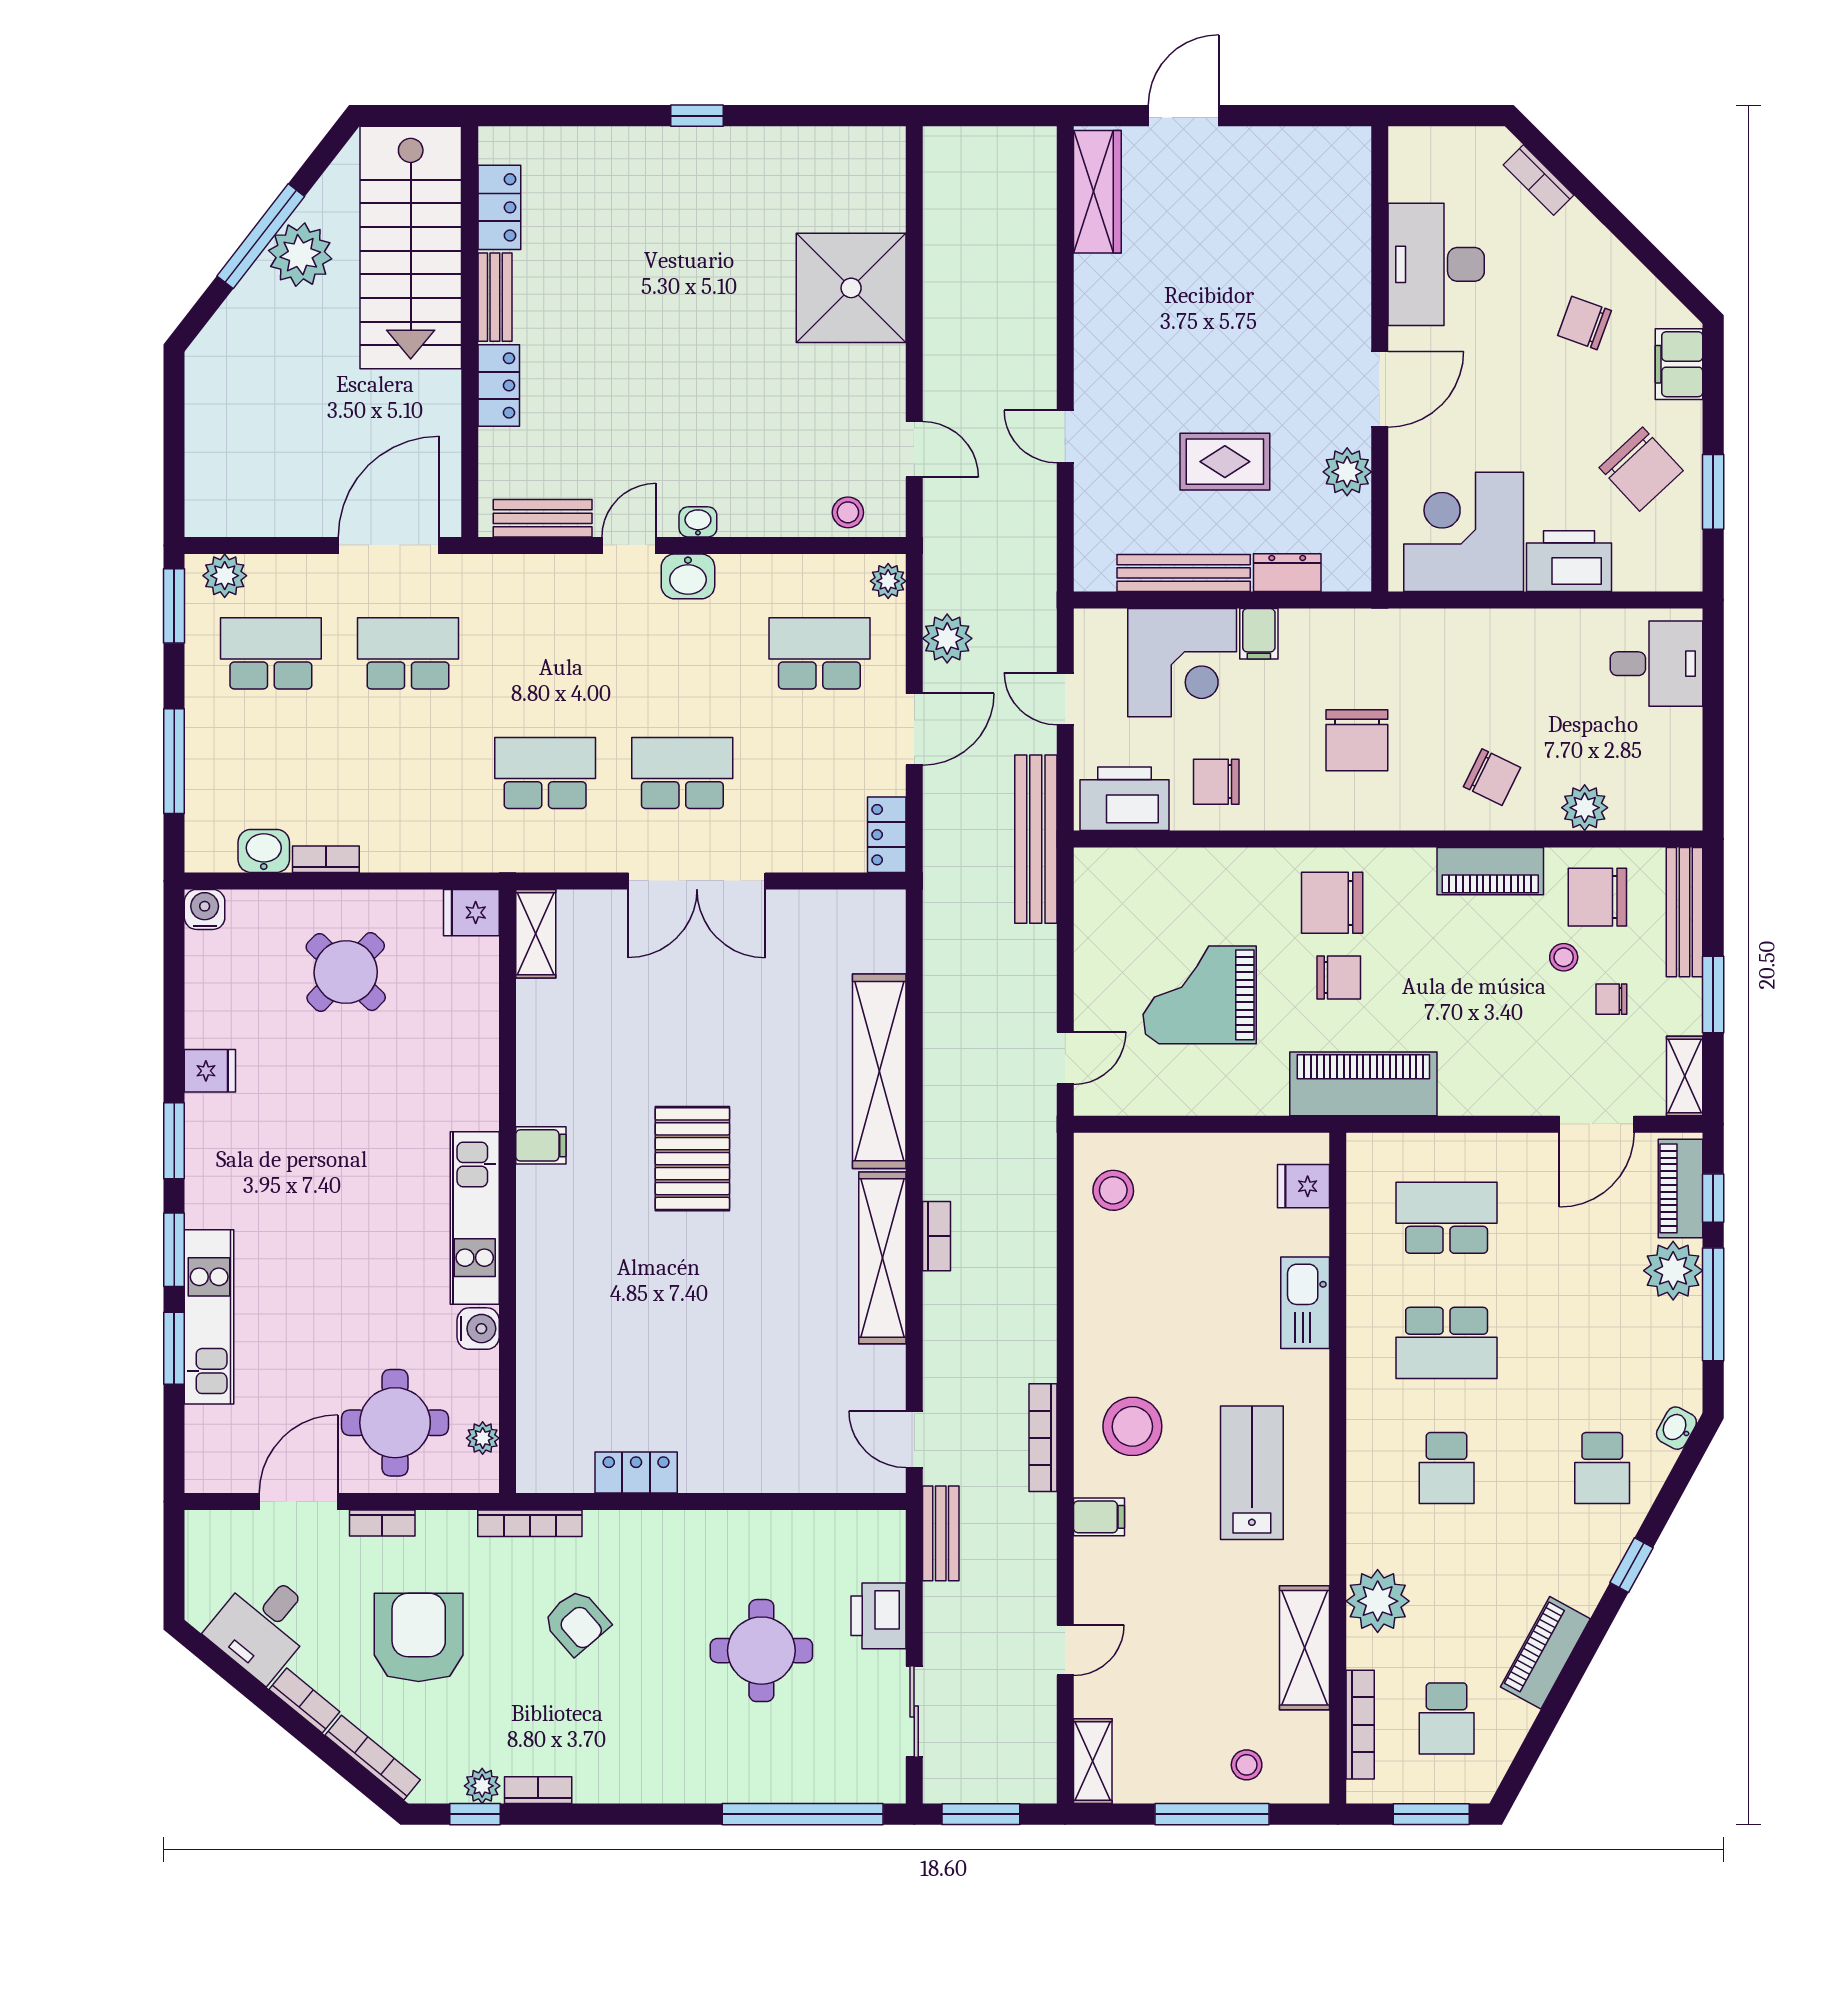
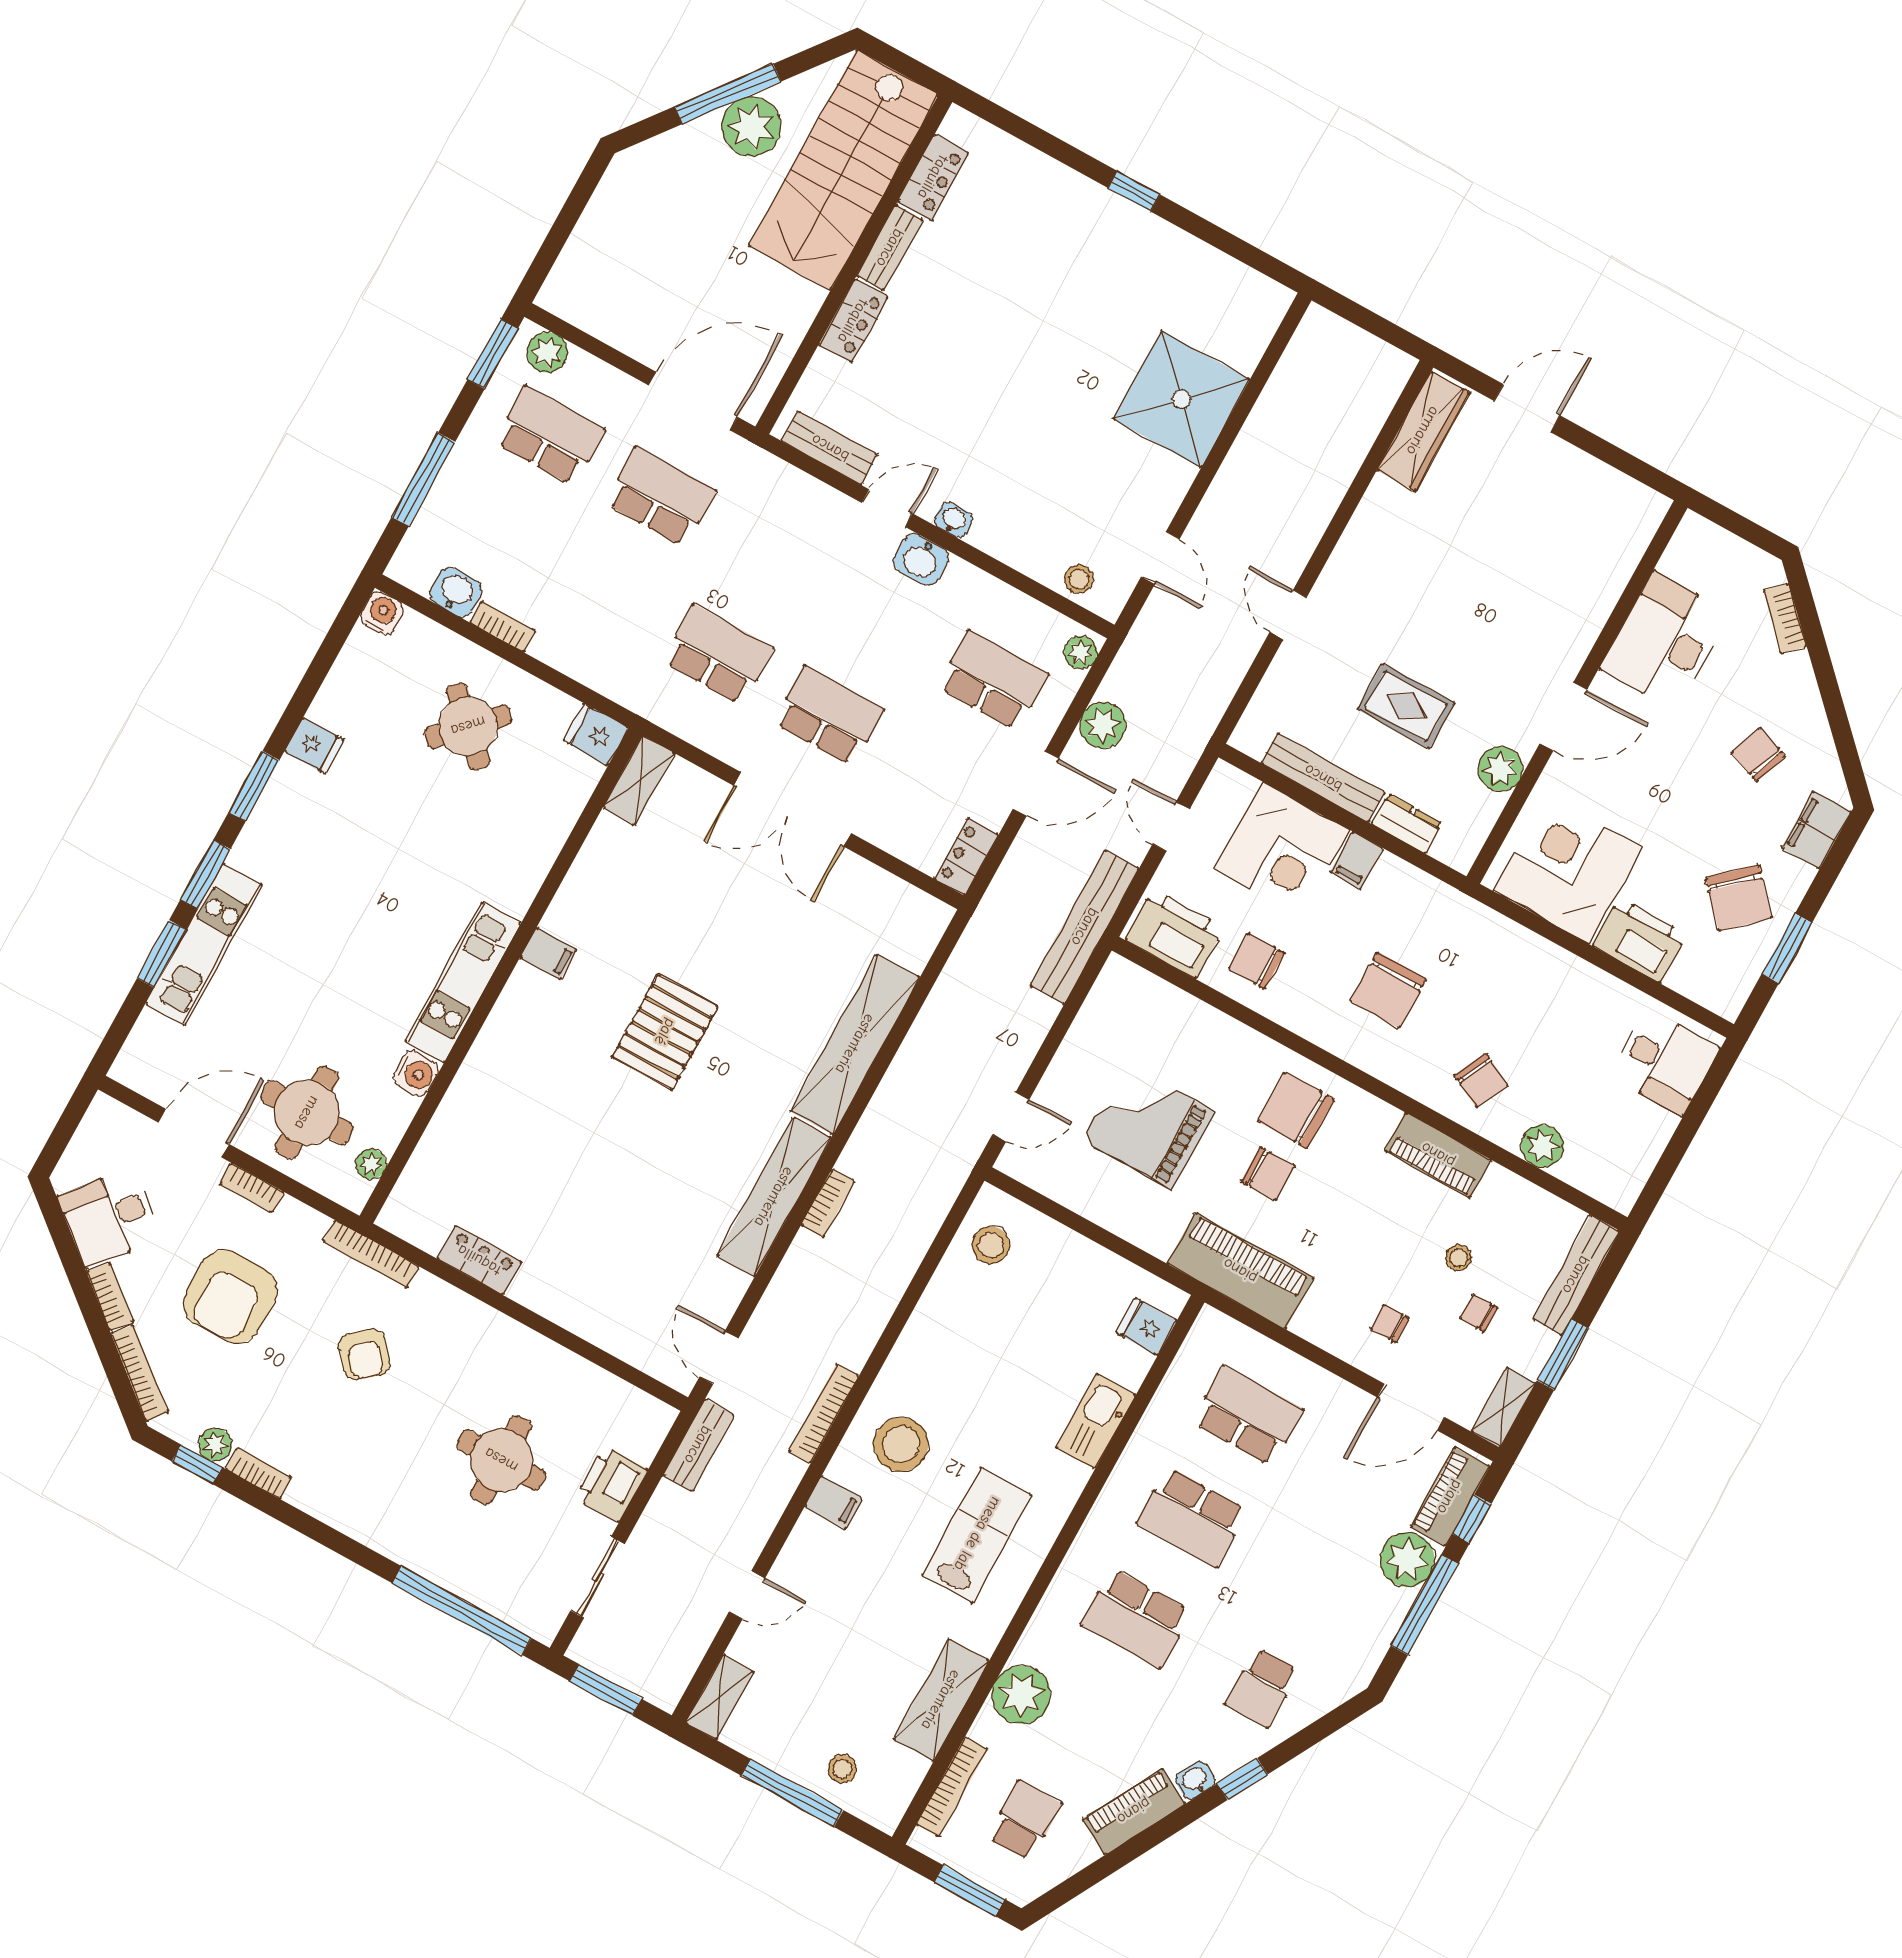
chair: (1597, 897) -> (1390, 1323), moved, width x0.54, depth x0.54
washbasin: (1676, 1428) -> (1195, 1780), moved
school desk: (1447, 1468) -> (1136, 1618), width x1.85
armchair: (419, 1637) -> (230, 1297), turned 180
school desk: (1447, 1718) -> (1025, 1820), turned 180

